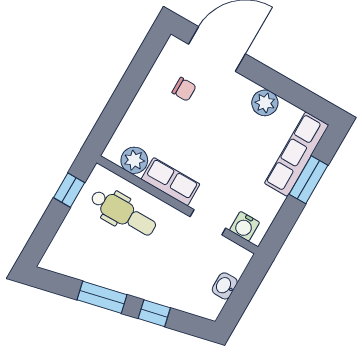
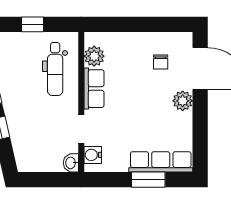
plant: (265, 103) -> (183, 101), moved
window: (69, 190) -> (33, 24), moved
washbasin: (225, 286) -> (71, 163), moved, turned -90

